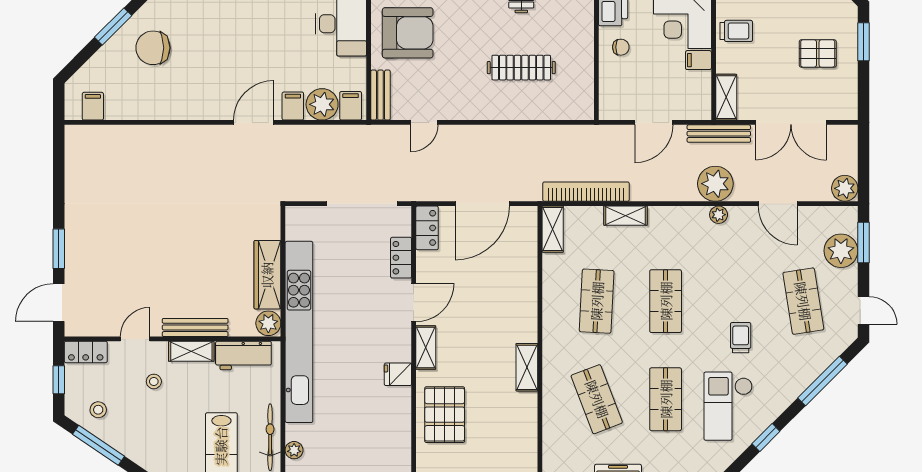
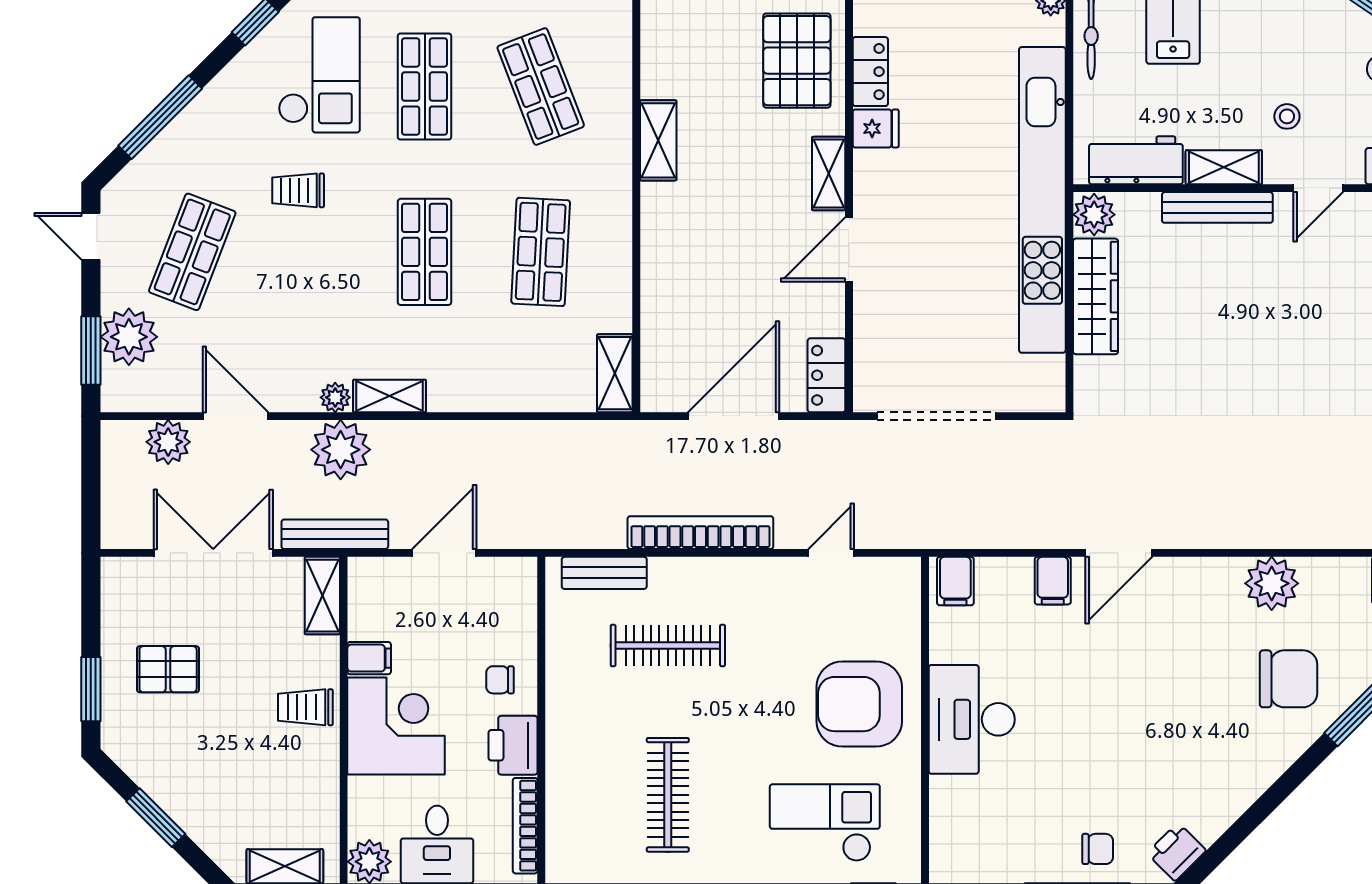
bench: (380, 95) -> (604, 573), moved, turned 90
plant: (322, 104) -> (1272, 583), moved
plant: (845, 188) -> (168, 442), moved
bookcase: (586, 192) -> (700, 533), moved, turned 180
shelving: (625, 216) -> (390, 396), moved
locker: (401, 258) -> (870, 72), moved
shop shelf: (803, 301) -> (192, 252), turned 30
trolley: (741, 338) -> (298, 190), turned 90

